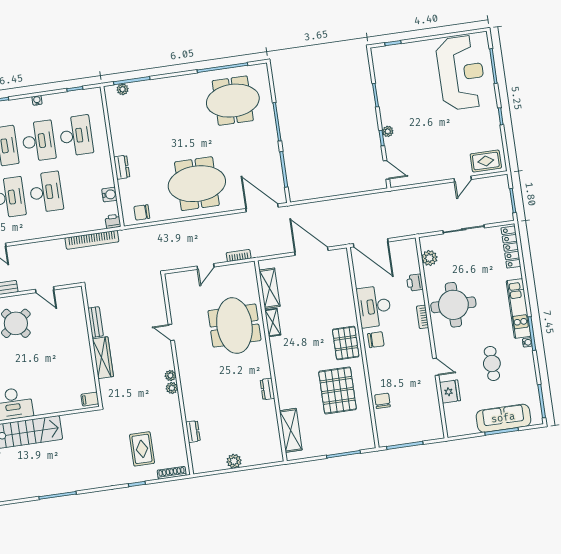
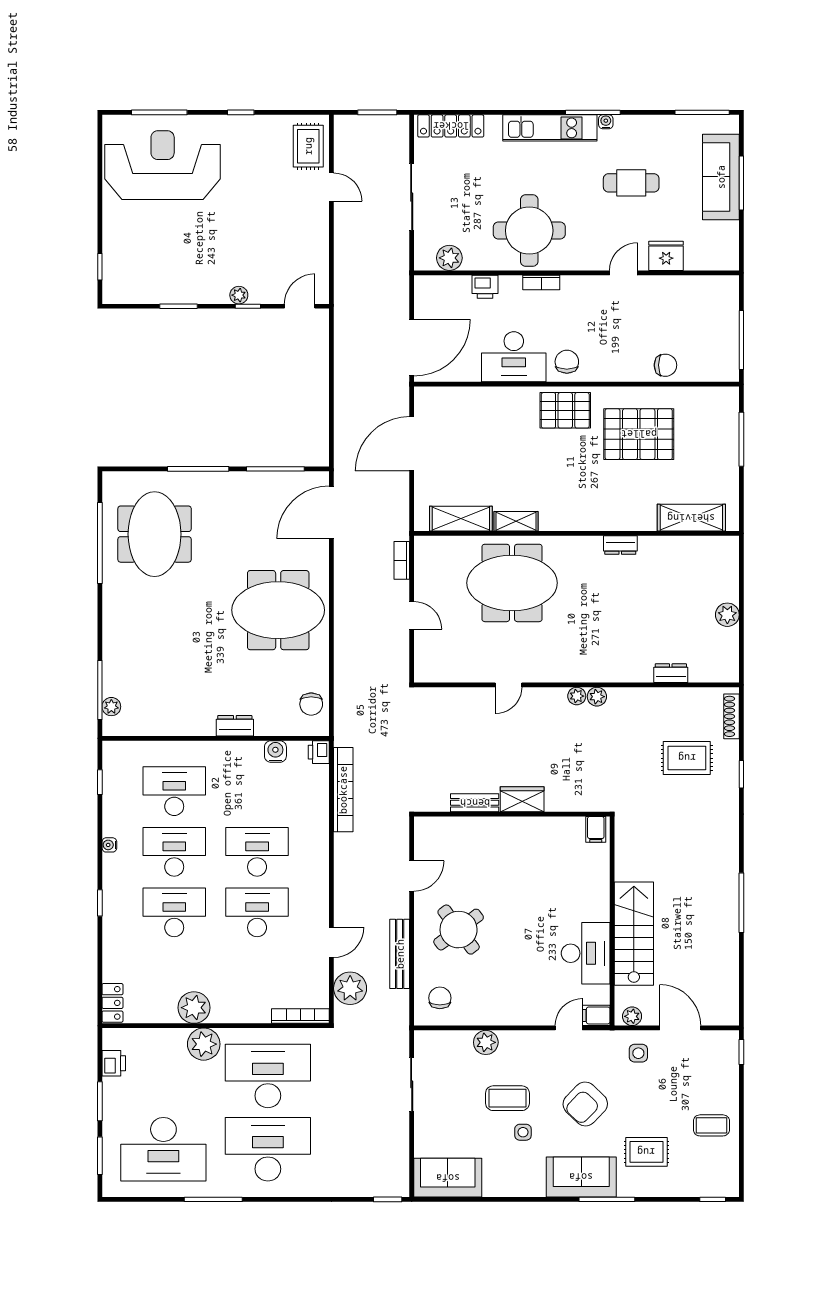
meeting table: (197, 184) -> (278, 610), turned 90
wardrobe: (103, 358) -> (522, 799), width x0.67
chair: (382, 401) -> (665, 365), turned 180

